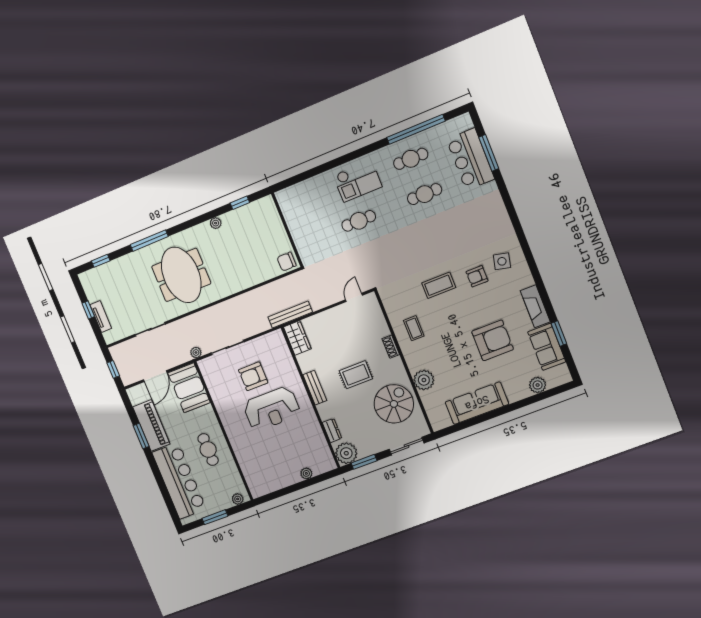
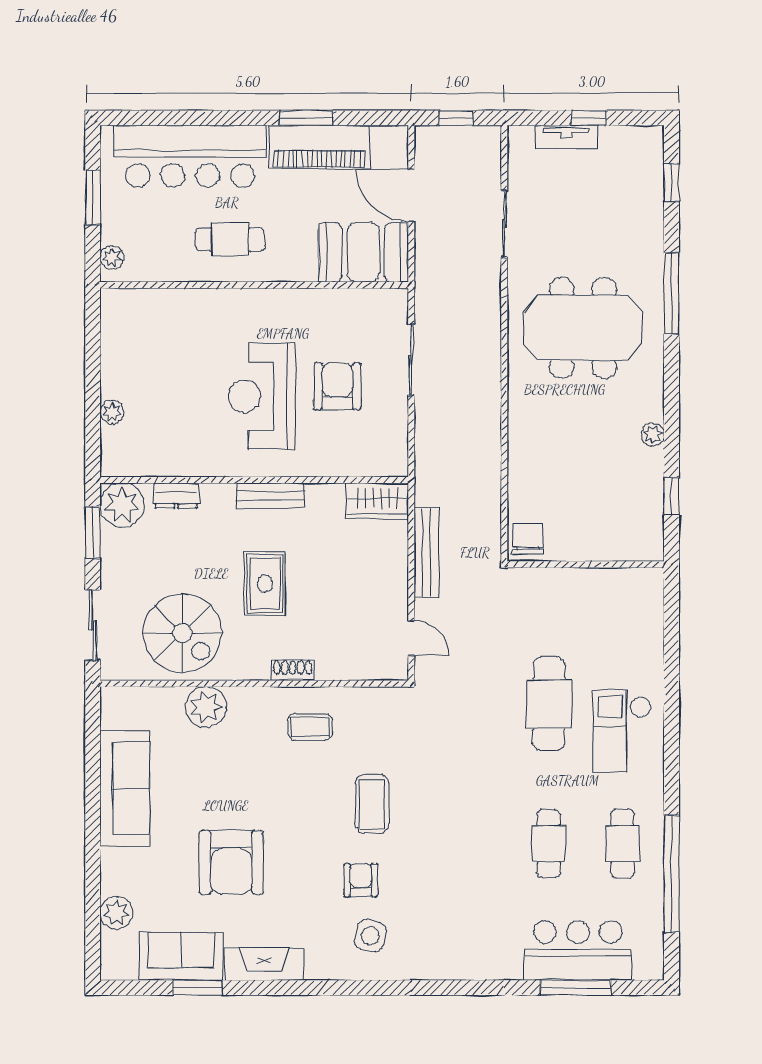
cafe table: (359, 221) -> (549, 704), width x1.37, depth x1.35
bench: (290, 315) -> (426, 553), moved
plant: (196, 352) -> (425, 294), removed

